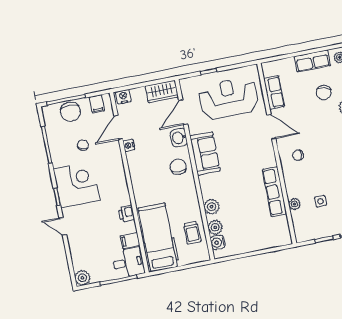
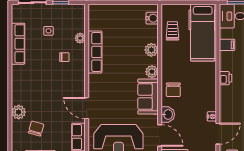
door: (183, 112) -> (160, 135), hinge flipped
chair: (298, 155) -> (64, 57), moved
side table: (321, 201) -> (49, 31), moved
printer: (127, 214) -> (225, 78), moved
plant: (215, 227) -> (152, 72), moved
filing cabinet: (130, 240) -> (227, 45), moved

